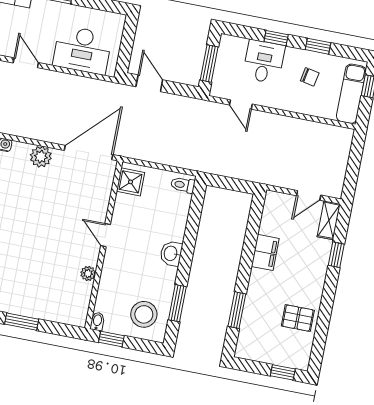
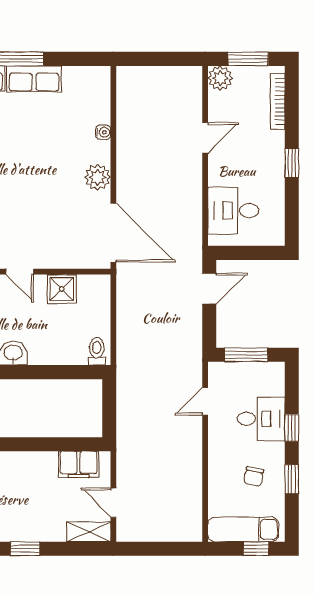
desk: (82, 50) -> (233, 211), width x0.73
shower: (131, 182) -> (62, 289), moved
door: (106, 235) -> (20, 272), swing flipped
filing cabinet: (265, 252) -> (79, 464), moved
window: (336, 255) -> (25, 549), moved

